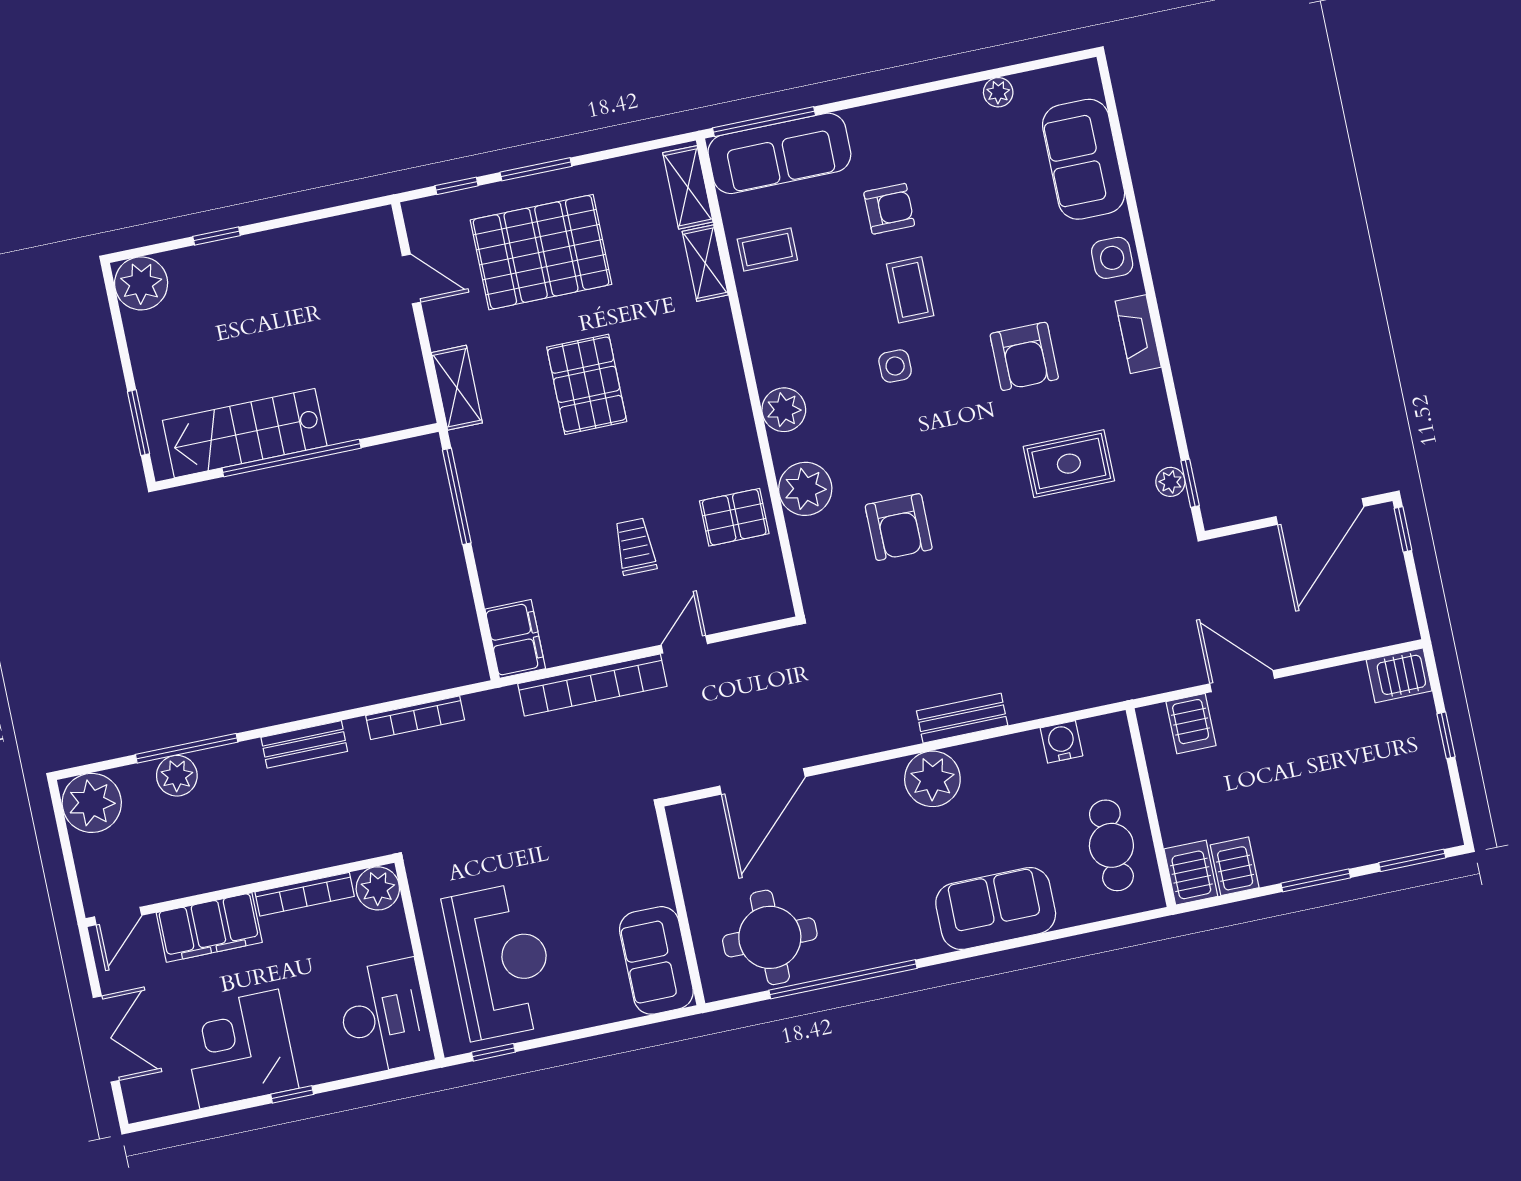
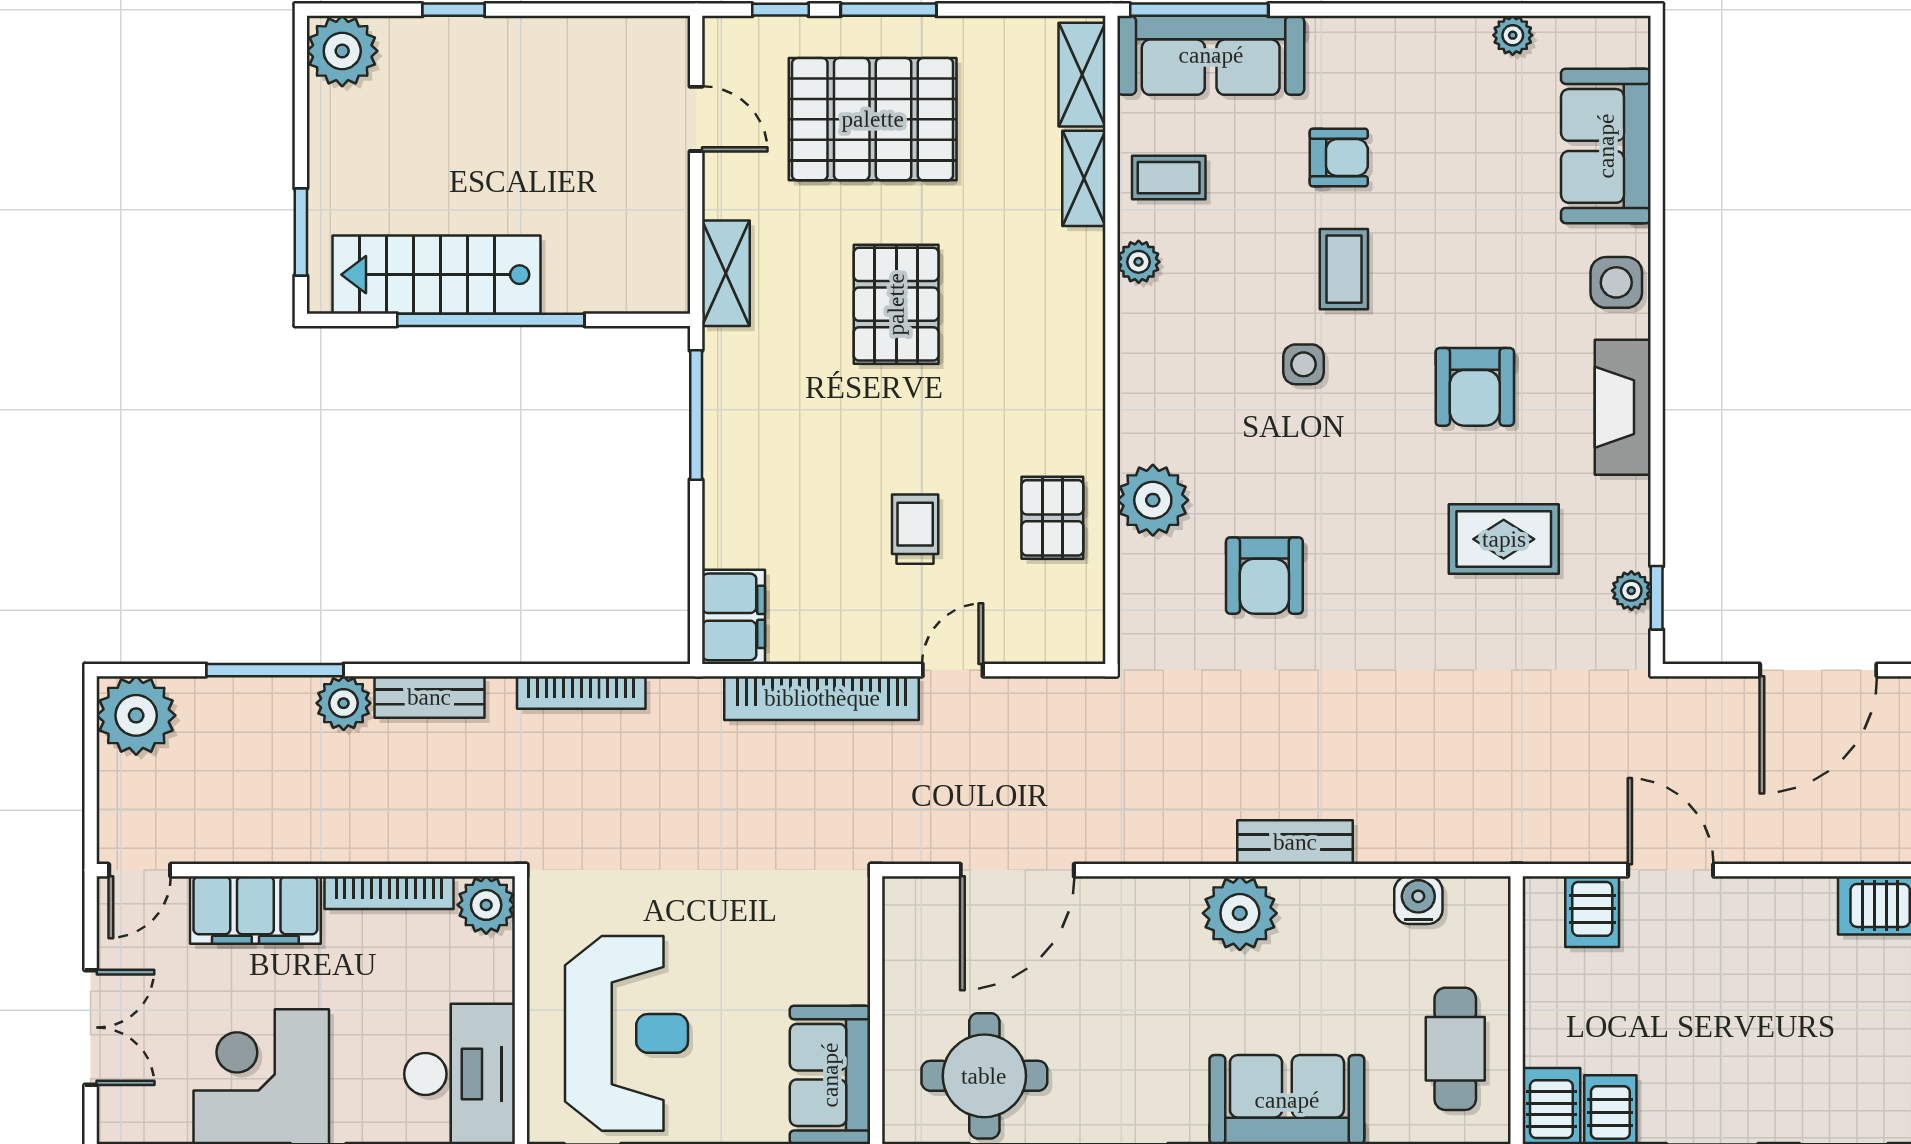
fireplace: (1138, 334) -> (1623, 407), width x1.37, depth x1.32
plant: (784, 410) -> (1139, 262), moved, width x0.73, depth x0.73
pallet: (734, 517) -> (1052, 518), turned 90
plant: (177, 776) -> (344, 703), moved

